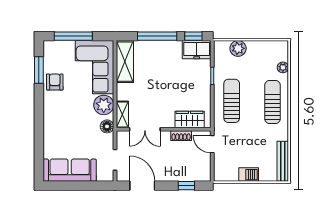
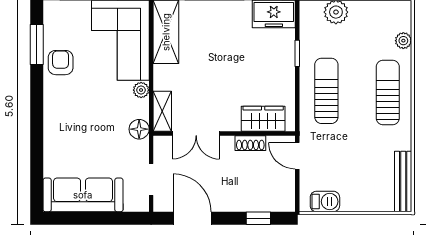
plant: (104, 105) -> (141, 90), width x0.53, depth x0.53
barbecue: (249, 175) -> (325, 202), moved

